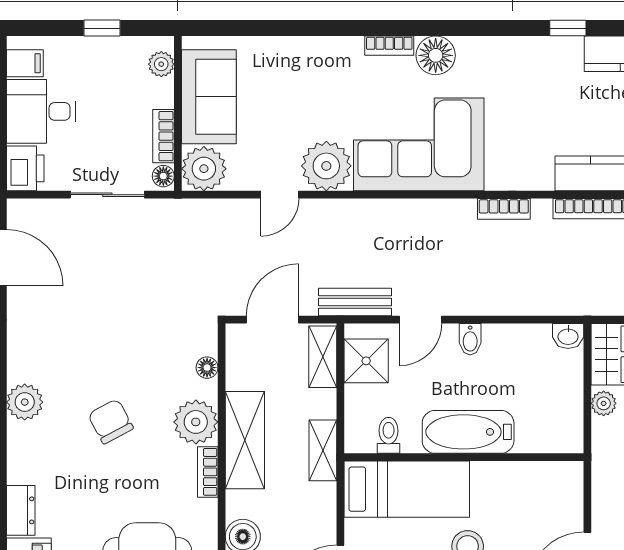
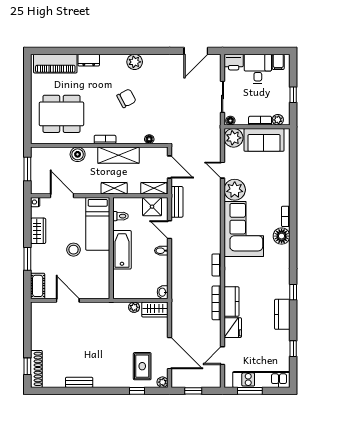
bookcase: (163, 136) -> (260, 121), moved
plant: (196, 422) -> (126, 134), removed

